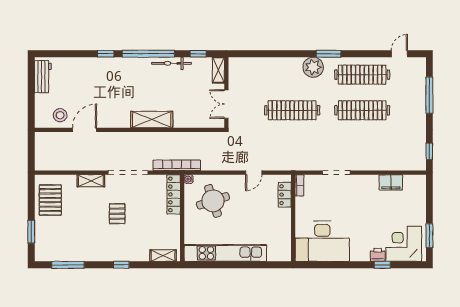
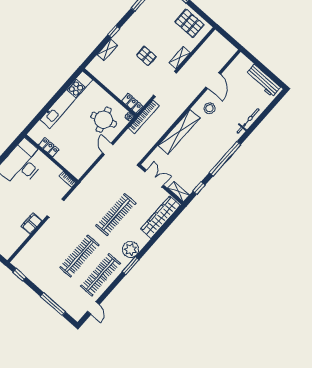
window: (106, 54) -> (247, 133), removed
bicycle: (172, 63) -> (248, 121), moved
wardrobe: (258, 66) -> (160, 217), added
workbench: (43, 77) -> (263, 80), width x1.38
stool: (60, 115) -> (209, 108), moved
shelving: (152, 120) -> (179, 132), width x1.47
door: (254, 173) -> (108, 149), moved
filing cabinet: (391, 182) -> (32, 224), moved
locker: (174, 194) -> (132, 103), width x0.66
locker: (285, 195) -> (49, 147), moved
shelving: (163, 256) -> (107, 50), moved

